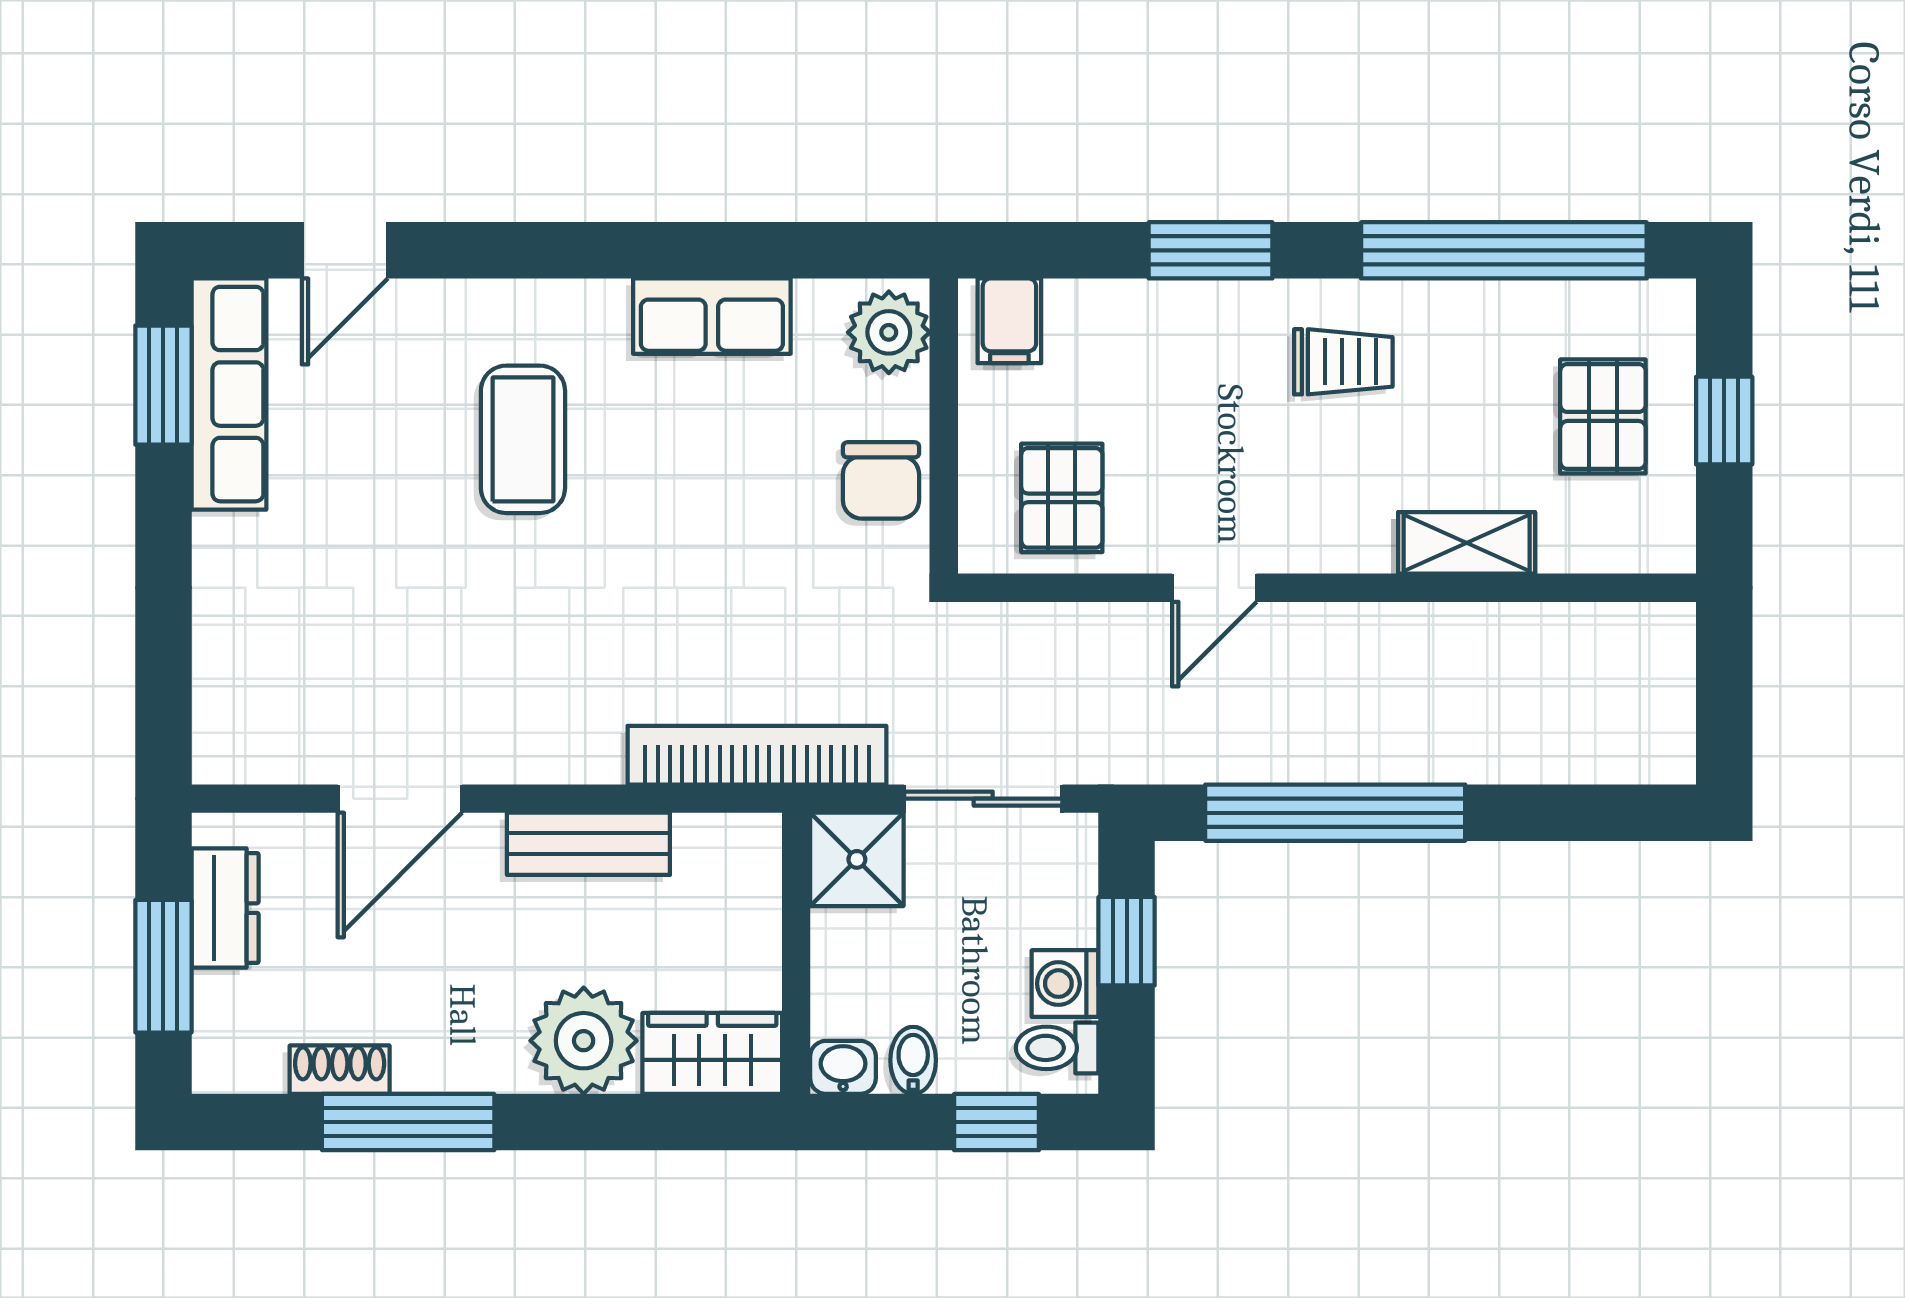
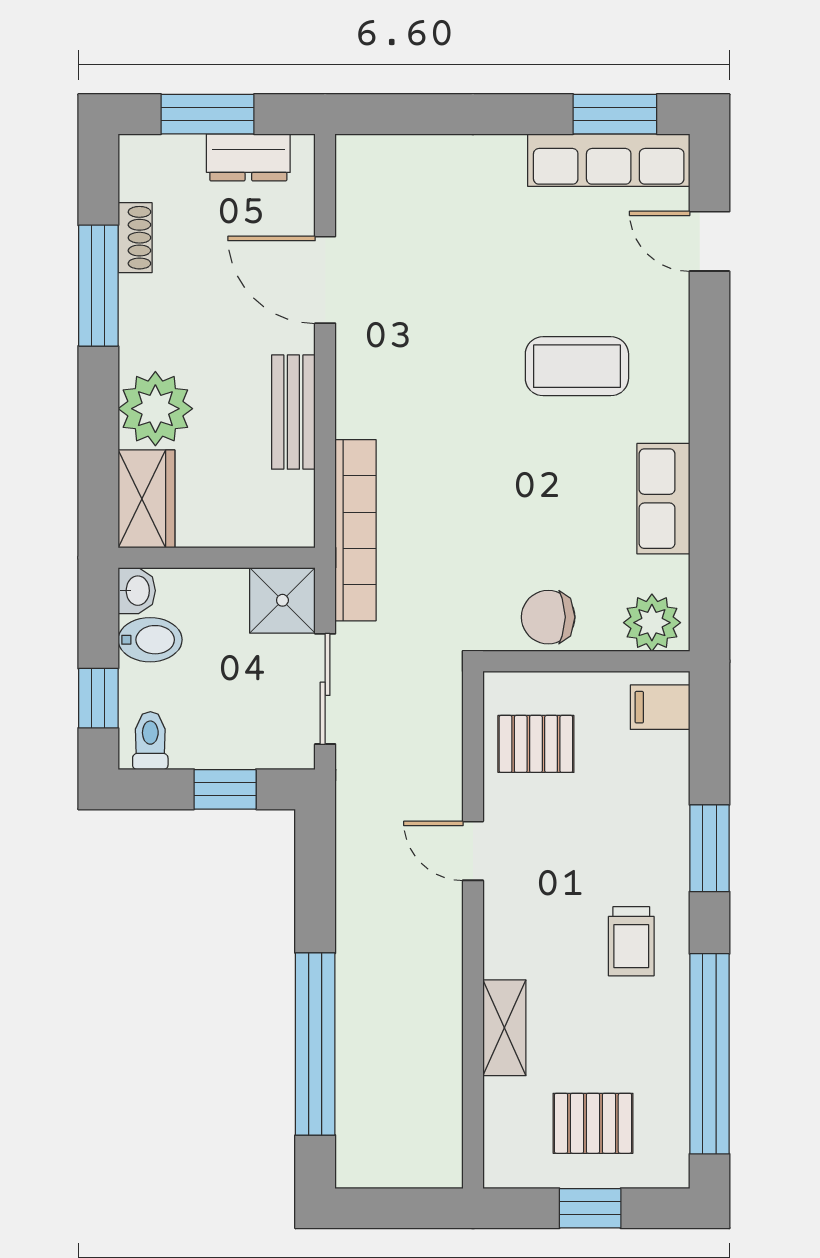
window: (1335, 813) -> (315, 1044), moved
washing machine: (1065, 984) -> (195, 746), removed
bidet: (913, 1060) -> (150, 640), width x1.38, depth x1.36

